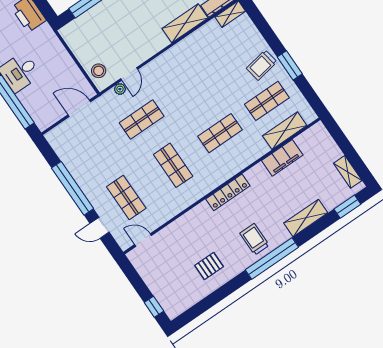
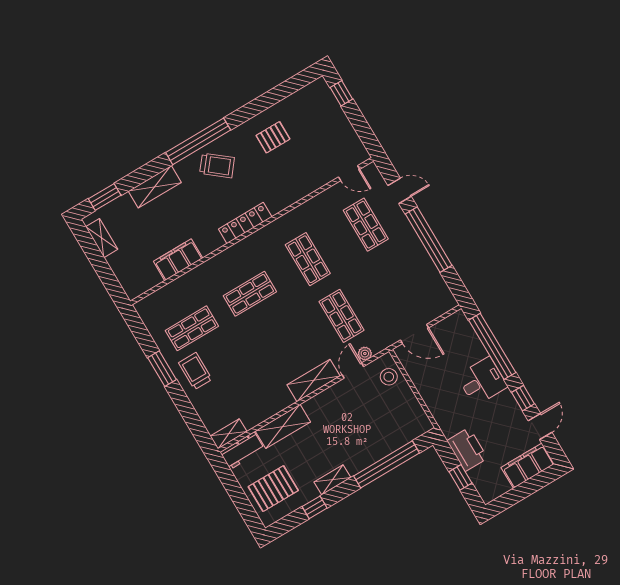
trolley: (262, 65) -> (195, 371), turned -80
shop shelf: (142, 120) -> (342, 316), turned 90
shelving: (285, 131) -> (313, 380), moved
trolley: (255, 239) -> (217, 165), turned -51

